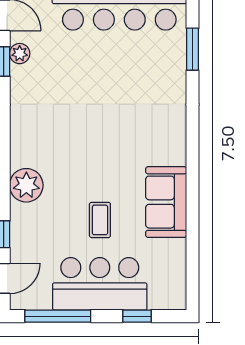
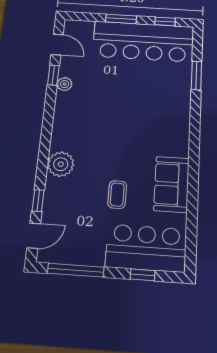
plant: (20, 54) -> (65, 84), moved
bar counter: (100, 284) -> (146, 248), moved

